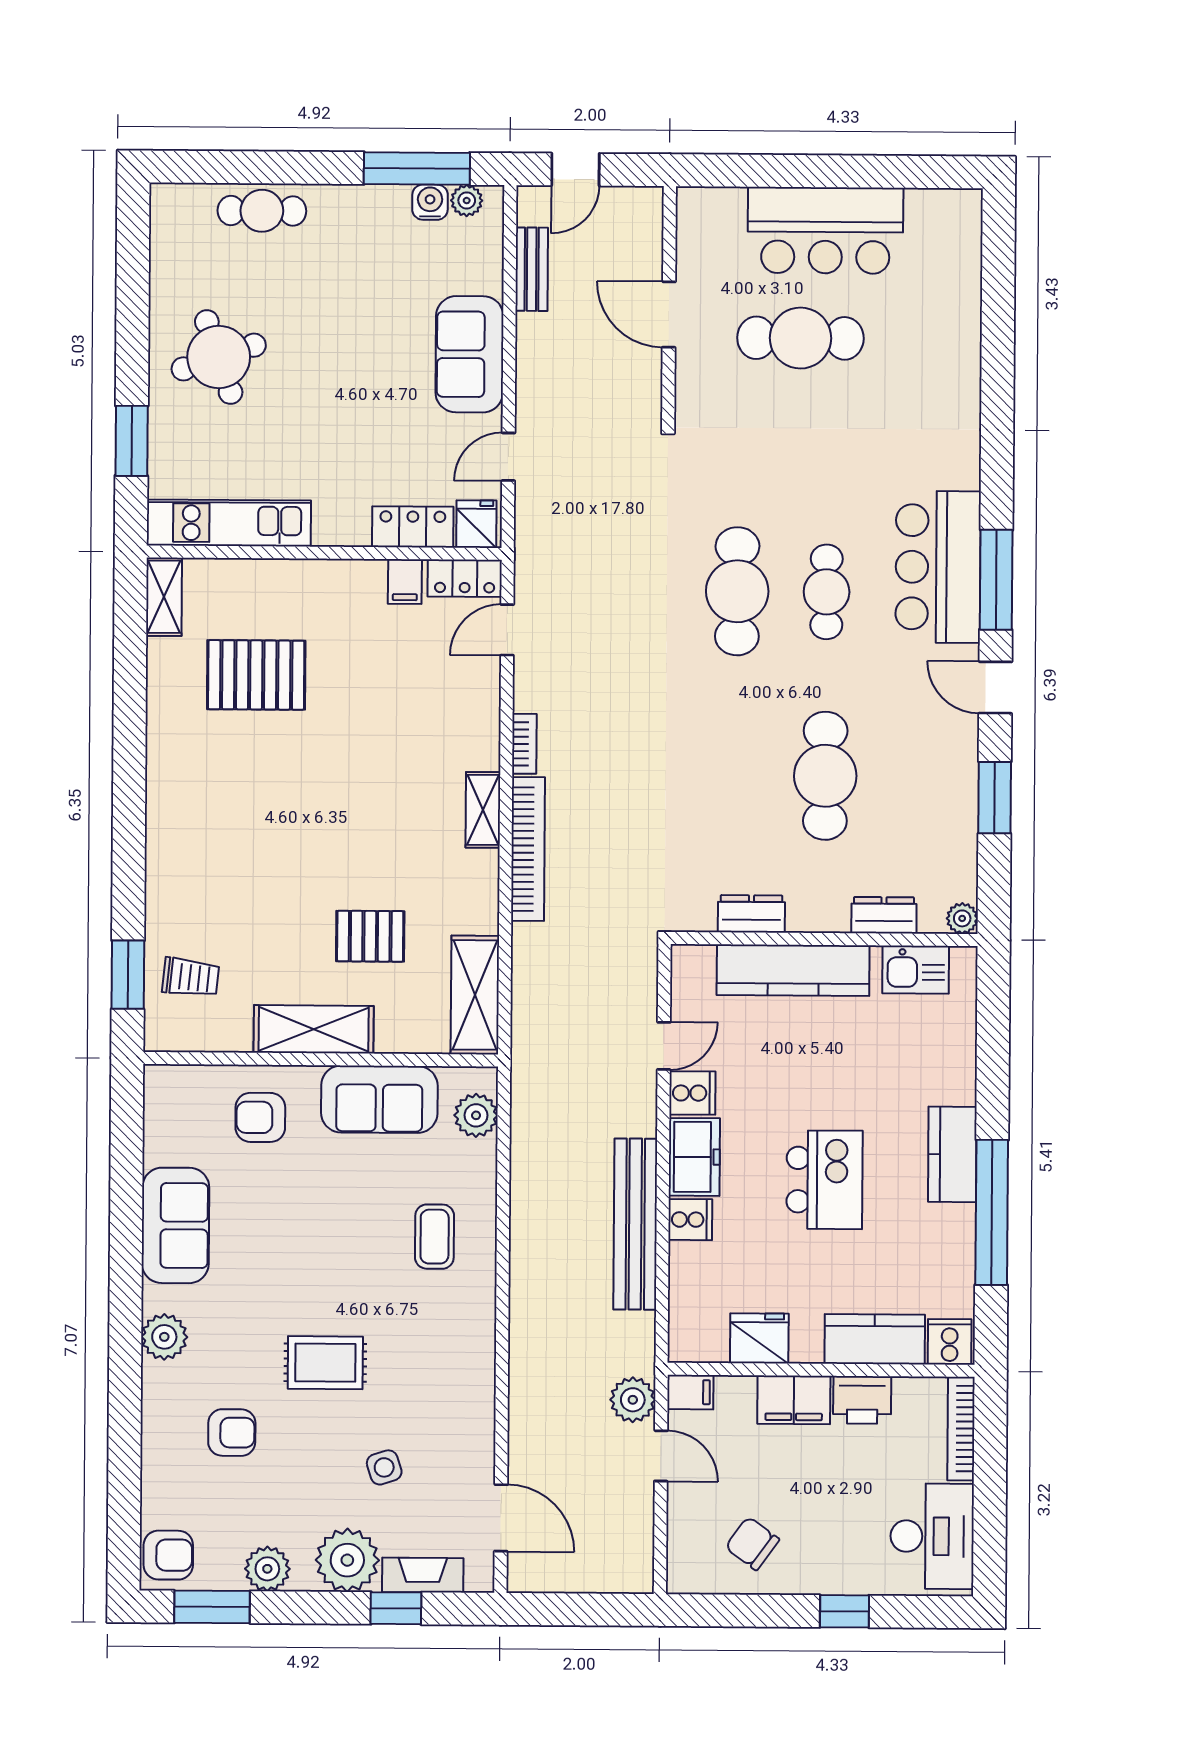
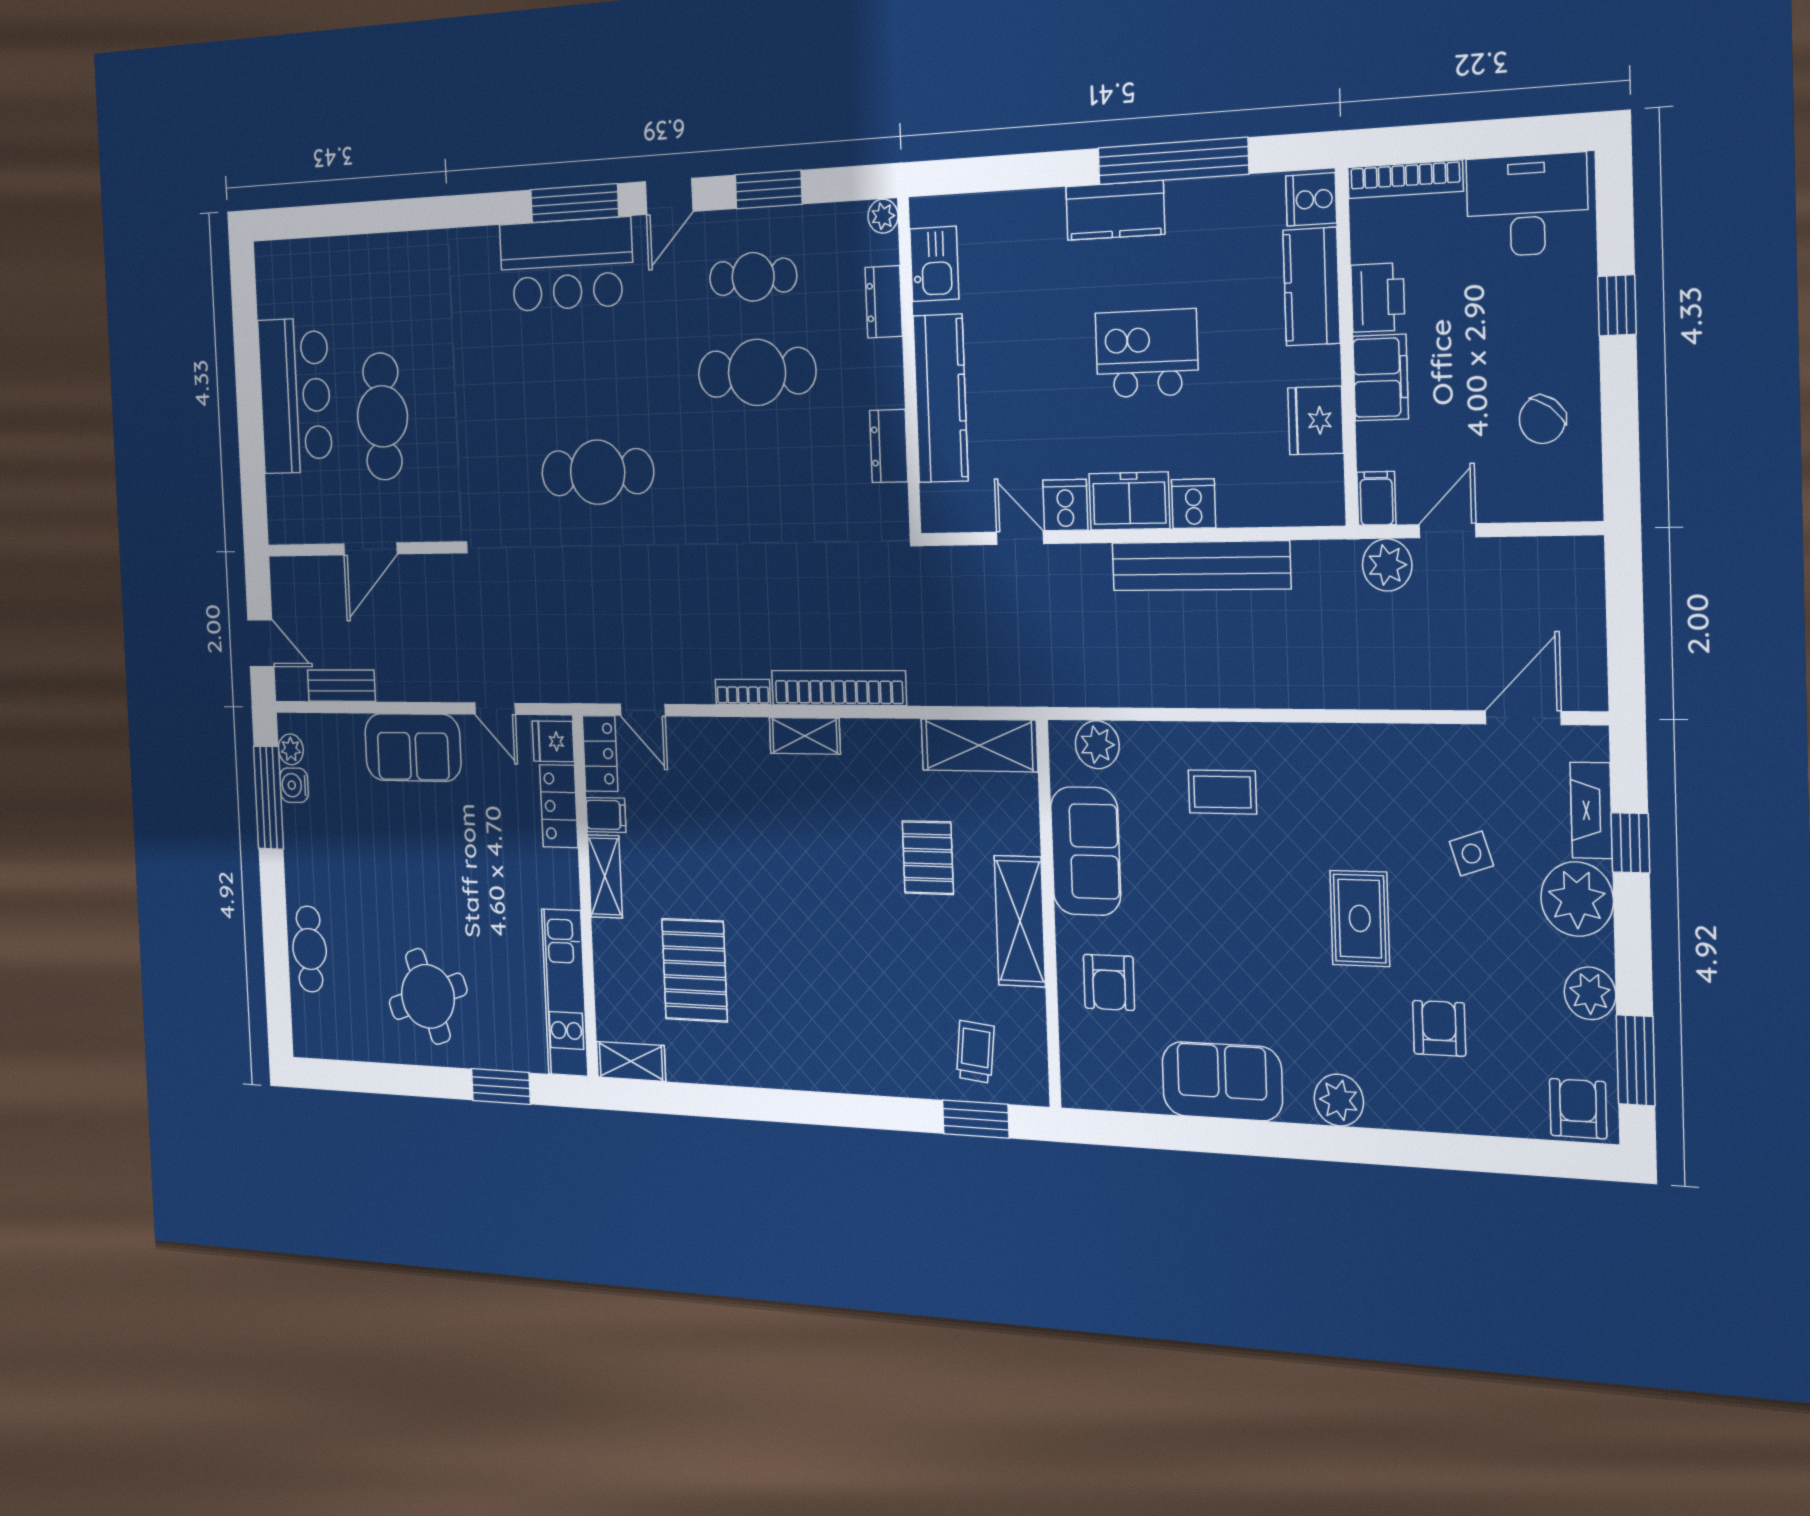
shelving: (345, 577) -> (605, 876), added
cafe table: (827, 592) -> (753, 277), moved

